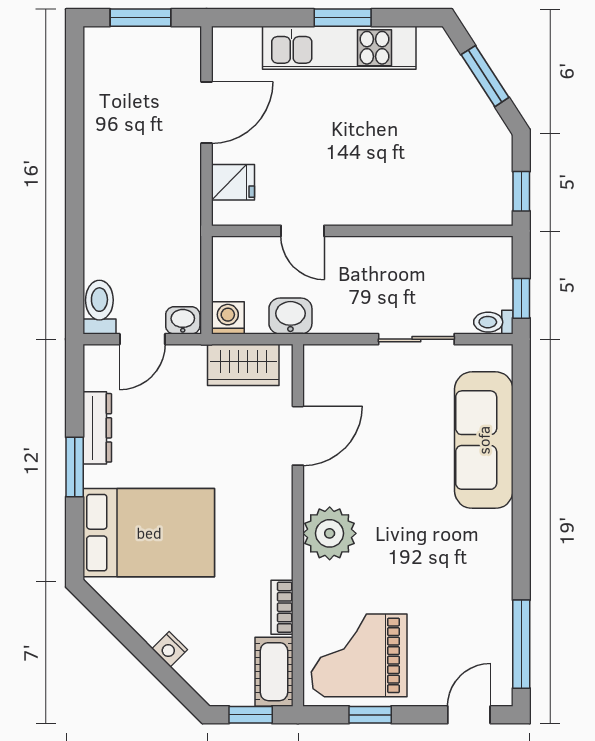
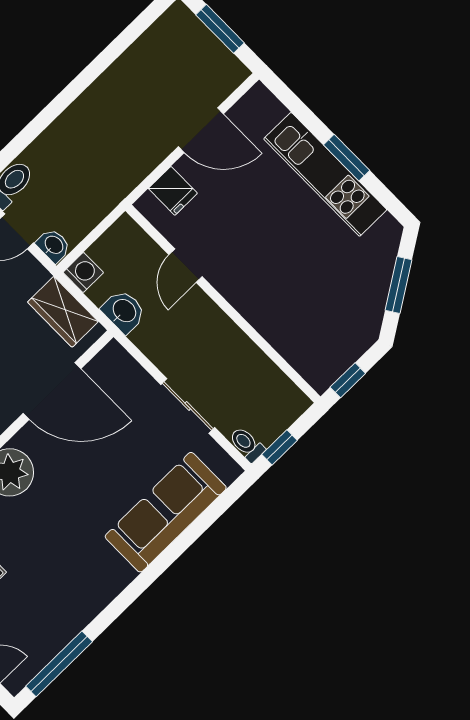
door: (298, 436) -> (52, 391), width x1.36

